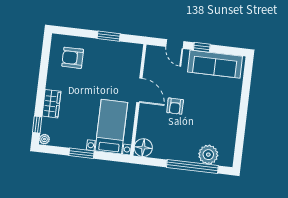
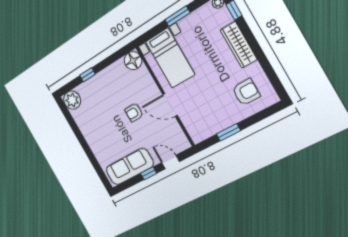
wardrobe: (51, 104) -> (239, 45), width x1.50
armchair: (175, 106) -> (134, 112), turned -90
plant: (208, 155) -> (72, 100), moved
window: (192, 166) -> (87, 75), width x0.32

